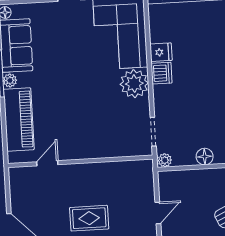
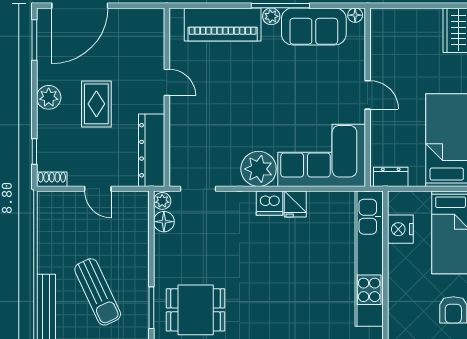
floor lamp: (205, 157) -> (164, 222), moved
door: (47, 163) -> (167, 82), moved
dresser: (124, 171) -> (152, 150), added

